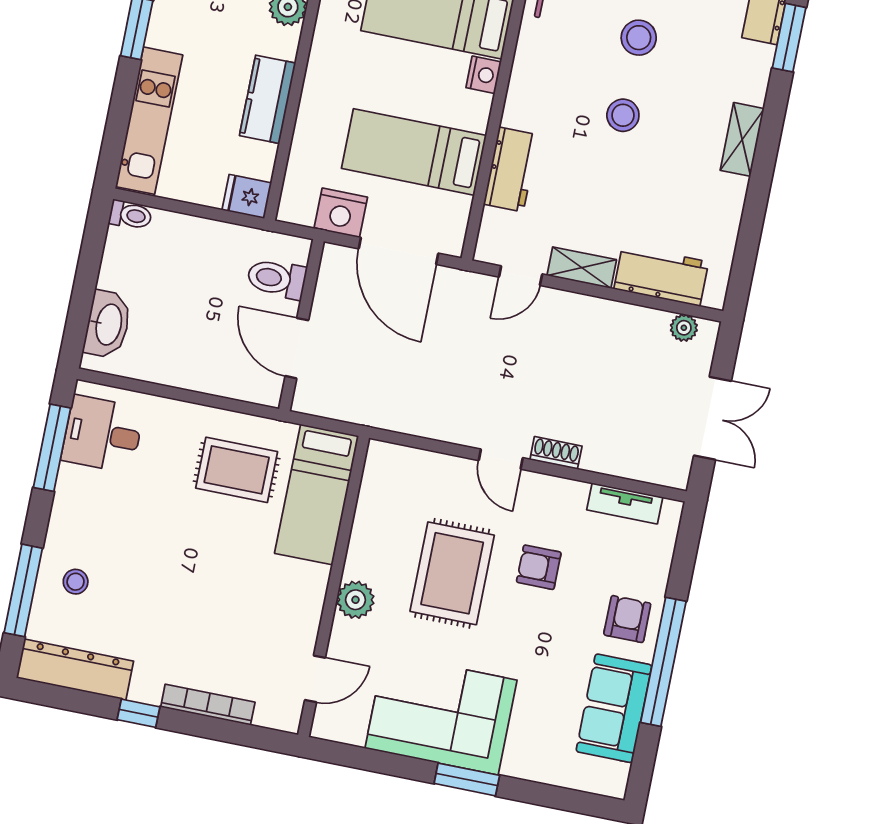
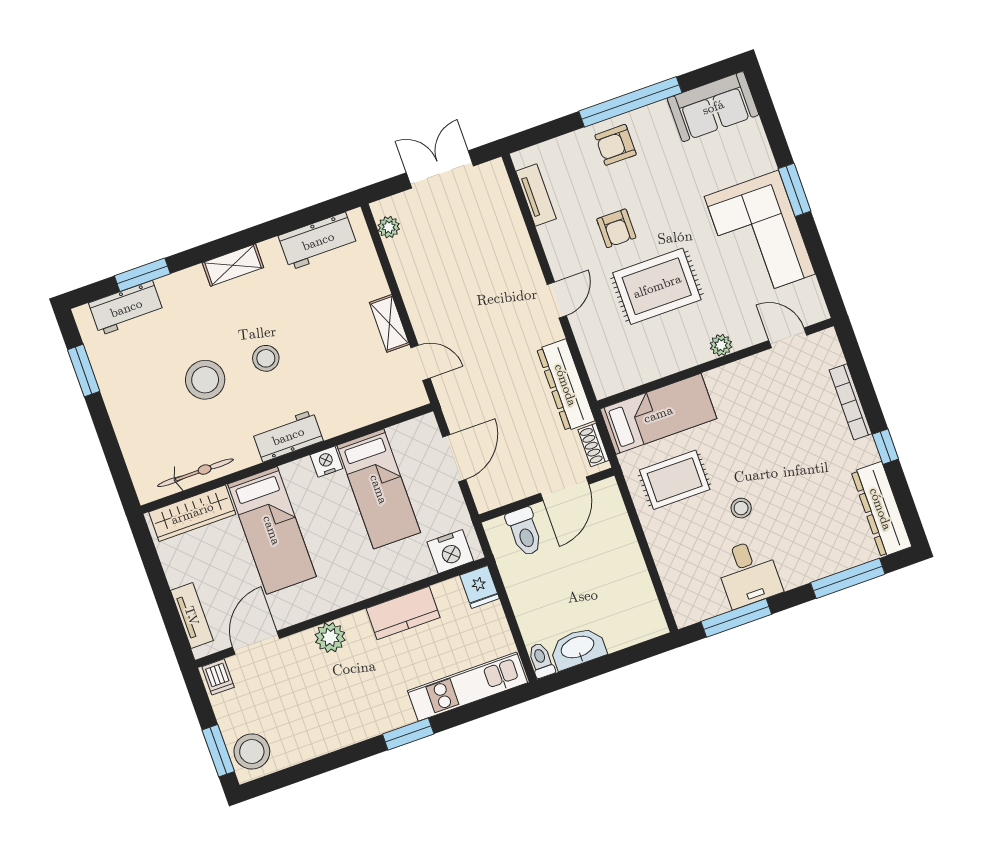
stool: (639, 38) -> (205, 380), width x1.38, depth x1.38
nightstand: (484, 75) -> (326, 462), moved
workbench: (511, 170) -> (288, 436), moved
nightstand: (341, 213) -> (450, 552), moved, turned 90
door: (399, 251) -> (454, 458), width x0.73
workbench: (661, 275) -> (318, 241), moved, turned -90
washbasin: (108, 324) -> (578, 648), moved
dresser: (405, 415) -> (566, 385), added
desk: (103, 434) -> (748, 573), moved
shoe rack: (556, 453) -> (593, 445), moved
rug: (237, 470) -> (675, 480), turned 90
stool: (76, 582) -> (741, 508), moved
plant: (355, 600) -> (721, 345), width x0.73, depth x0.73
sofa: (614, 708) -> (713, 107), moved

